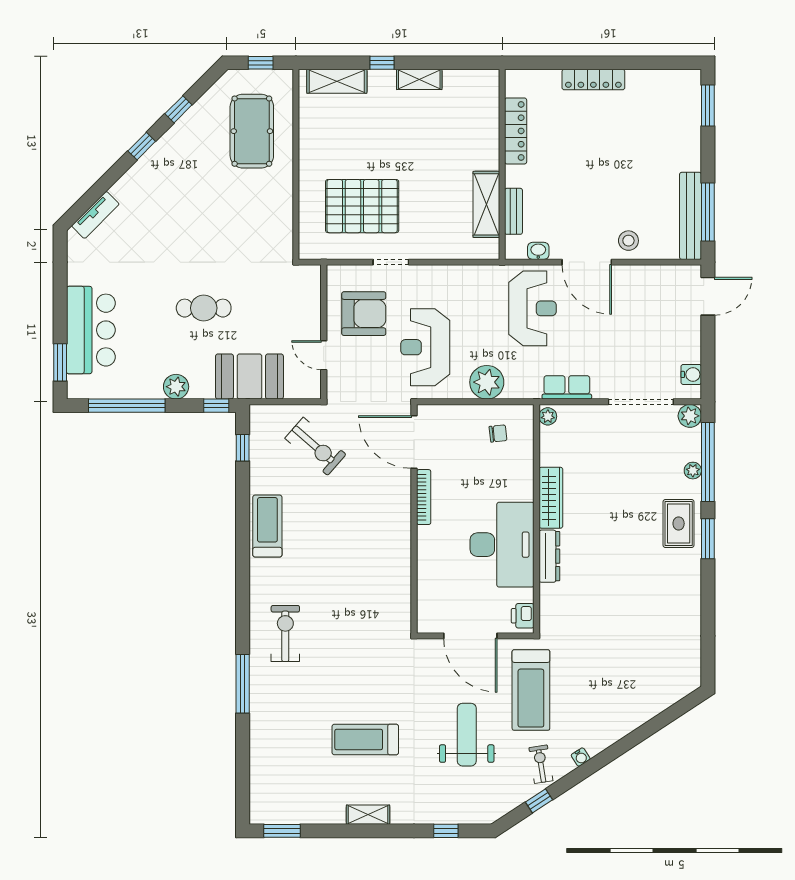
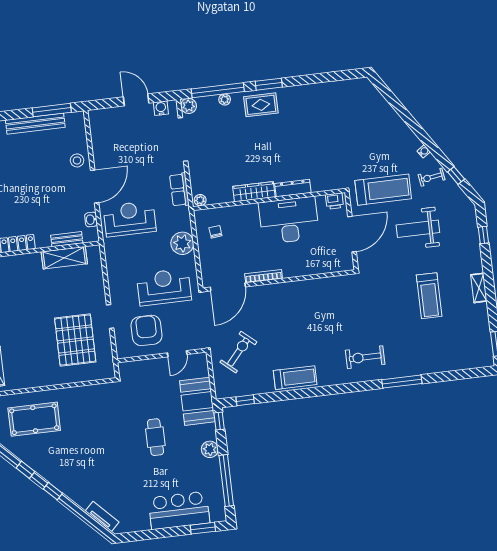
bench: (691, 216) -> (35, 124), moved
door: (708, 296) -> (136, 100), moved
reception desk: (425, 347) -> (164, 287), turned 180
treadmill: (267, 526) -> (295, 378), turned 180

